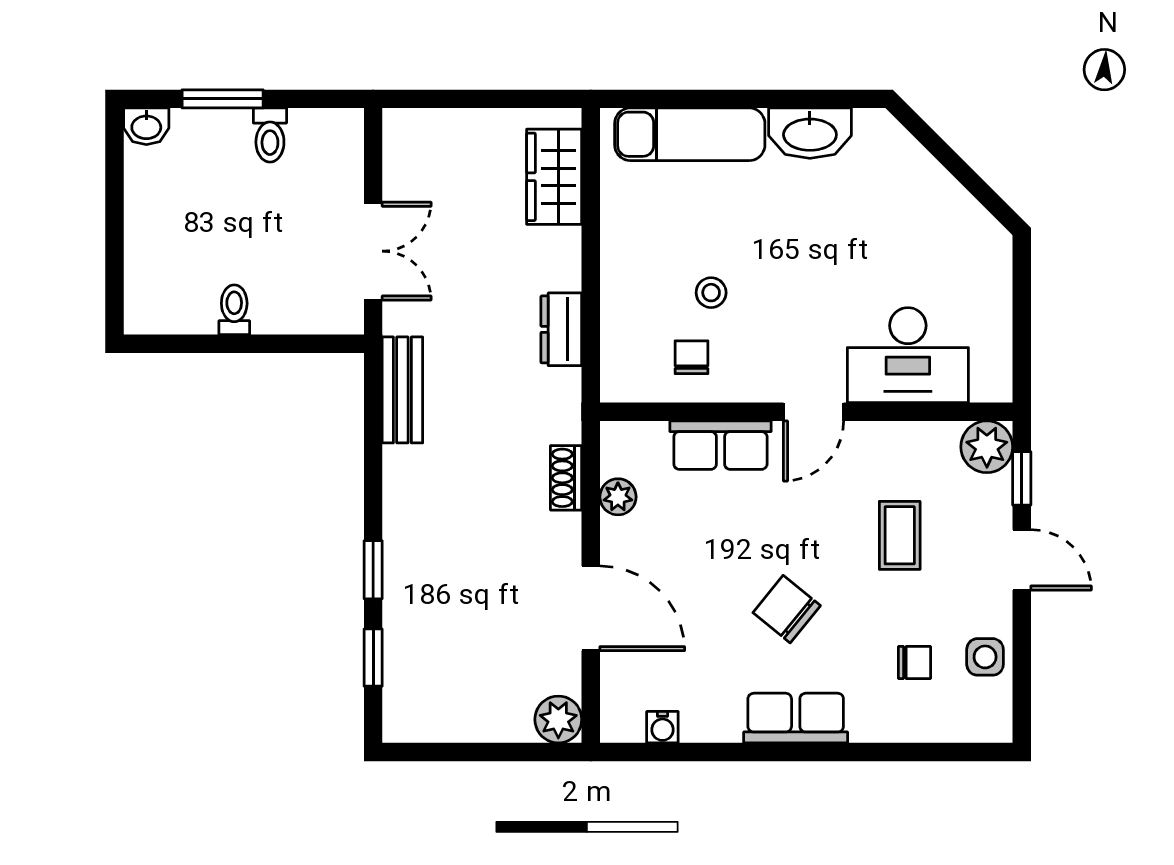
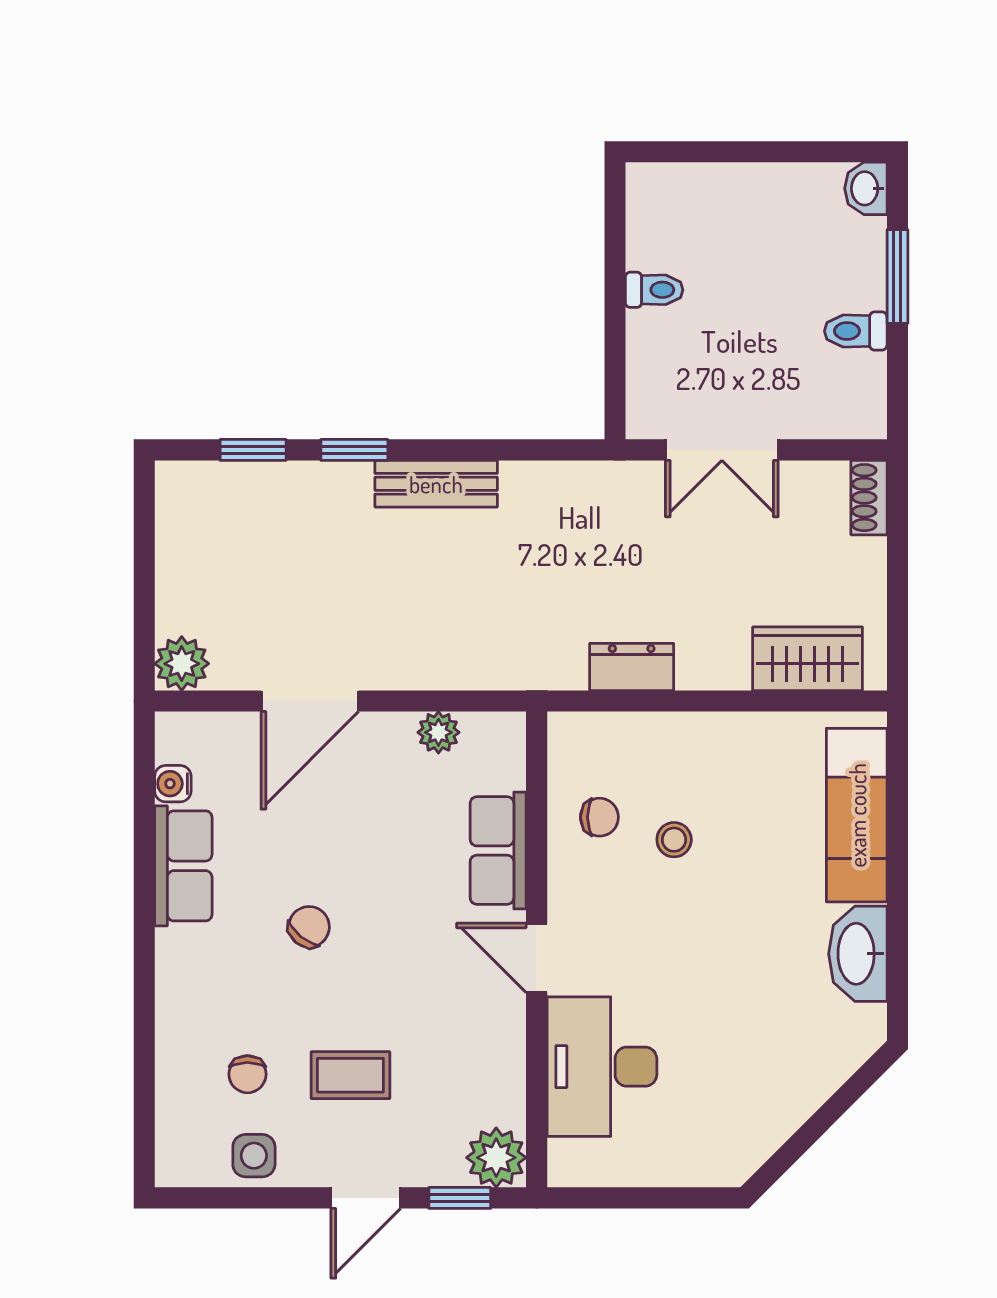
bench: (402, 390) -> (436, 484), moved
shoe rack: (566, 478) -> (869, 498), moved, turned -90
coffee table: (900, 535) -> (350, 1075), moved
chair: (787, 609) -> (309, 927), width x0.73, depth x0.73
row of seats: (796, 718) -> (183, 866), moved

